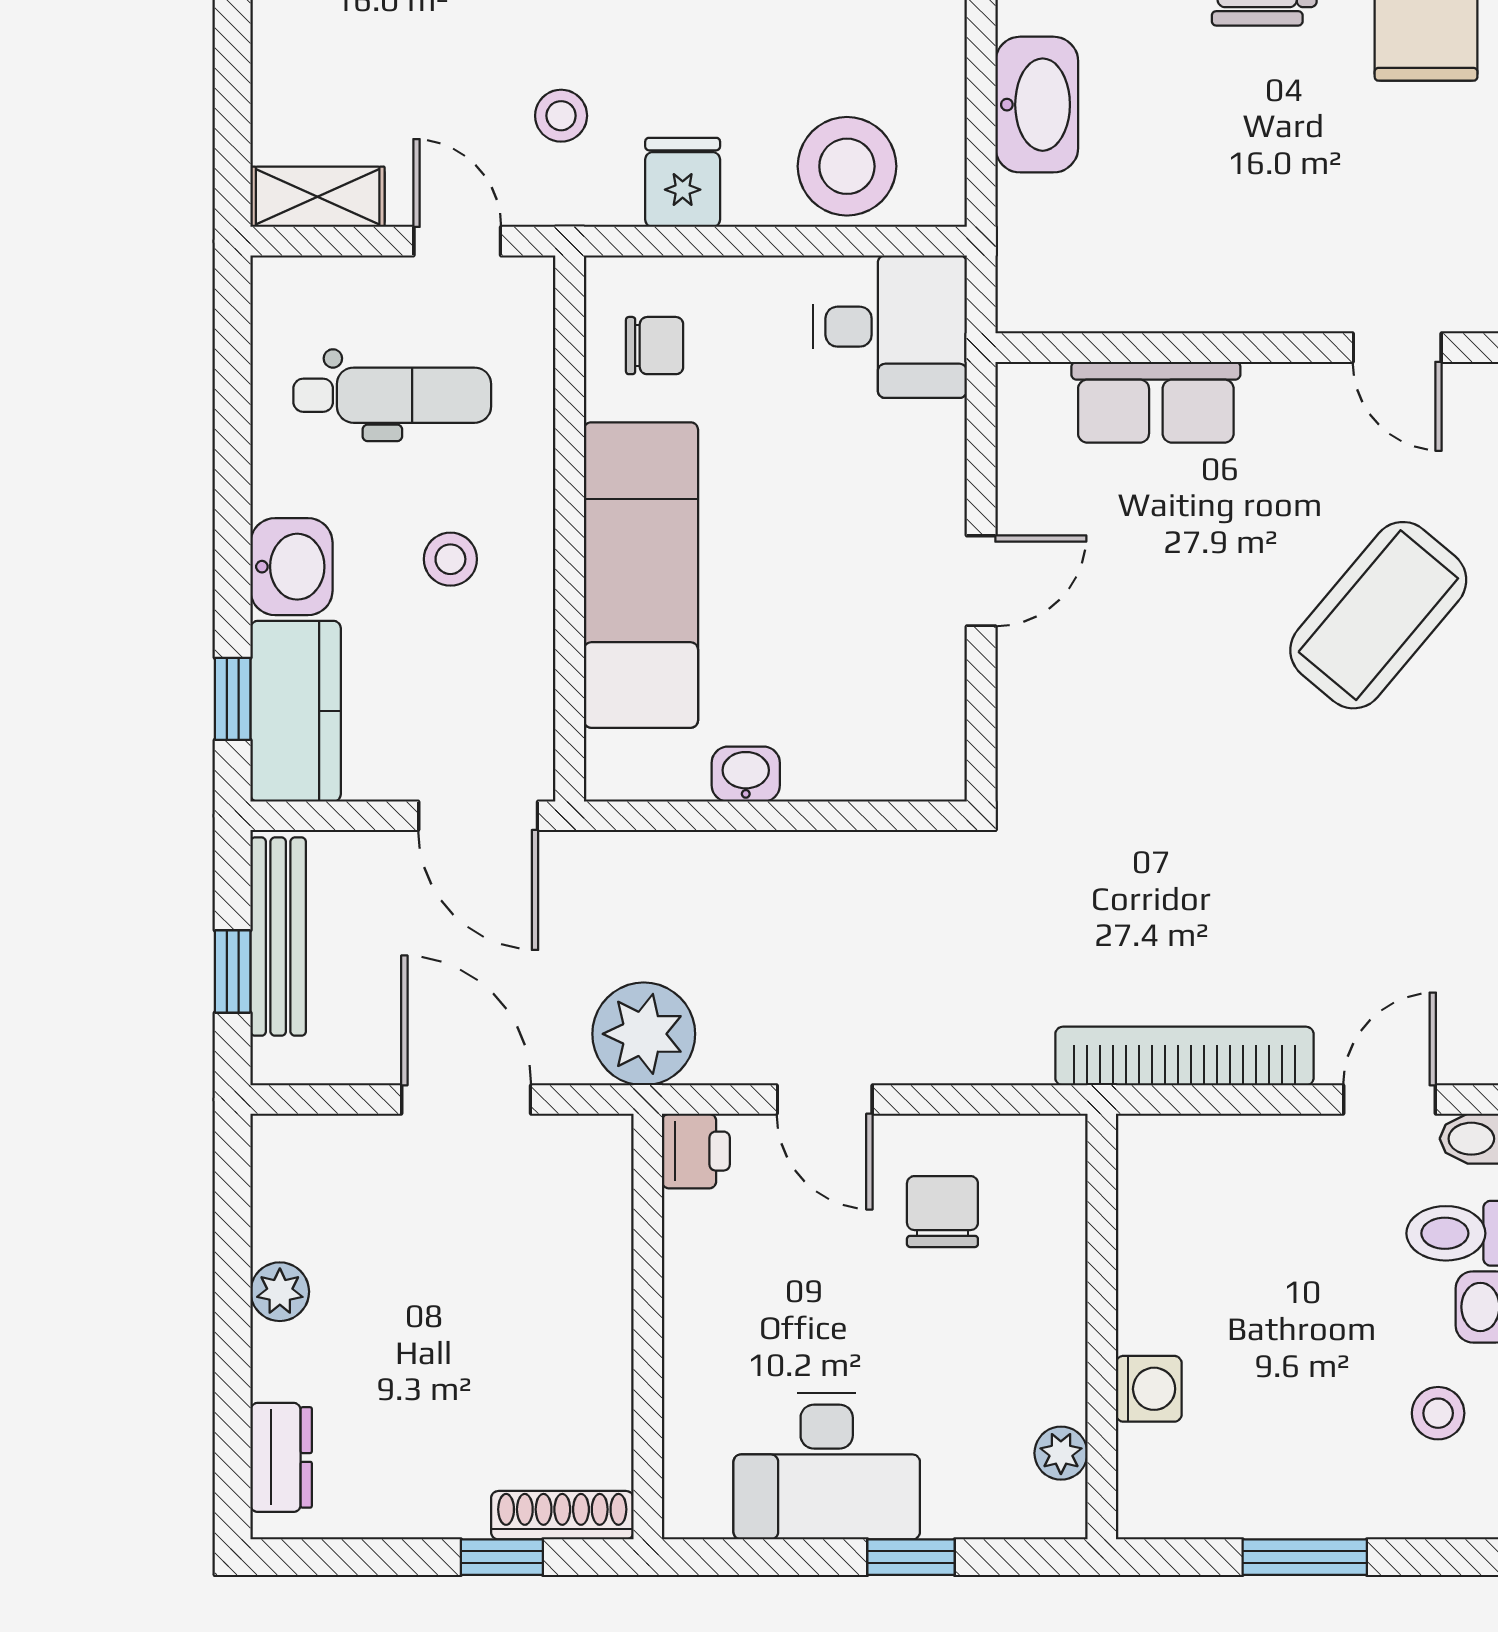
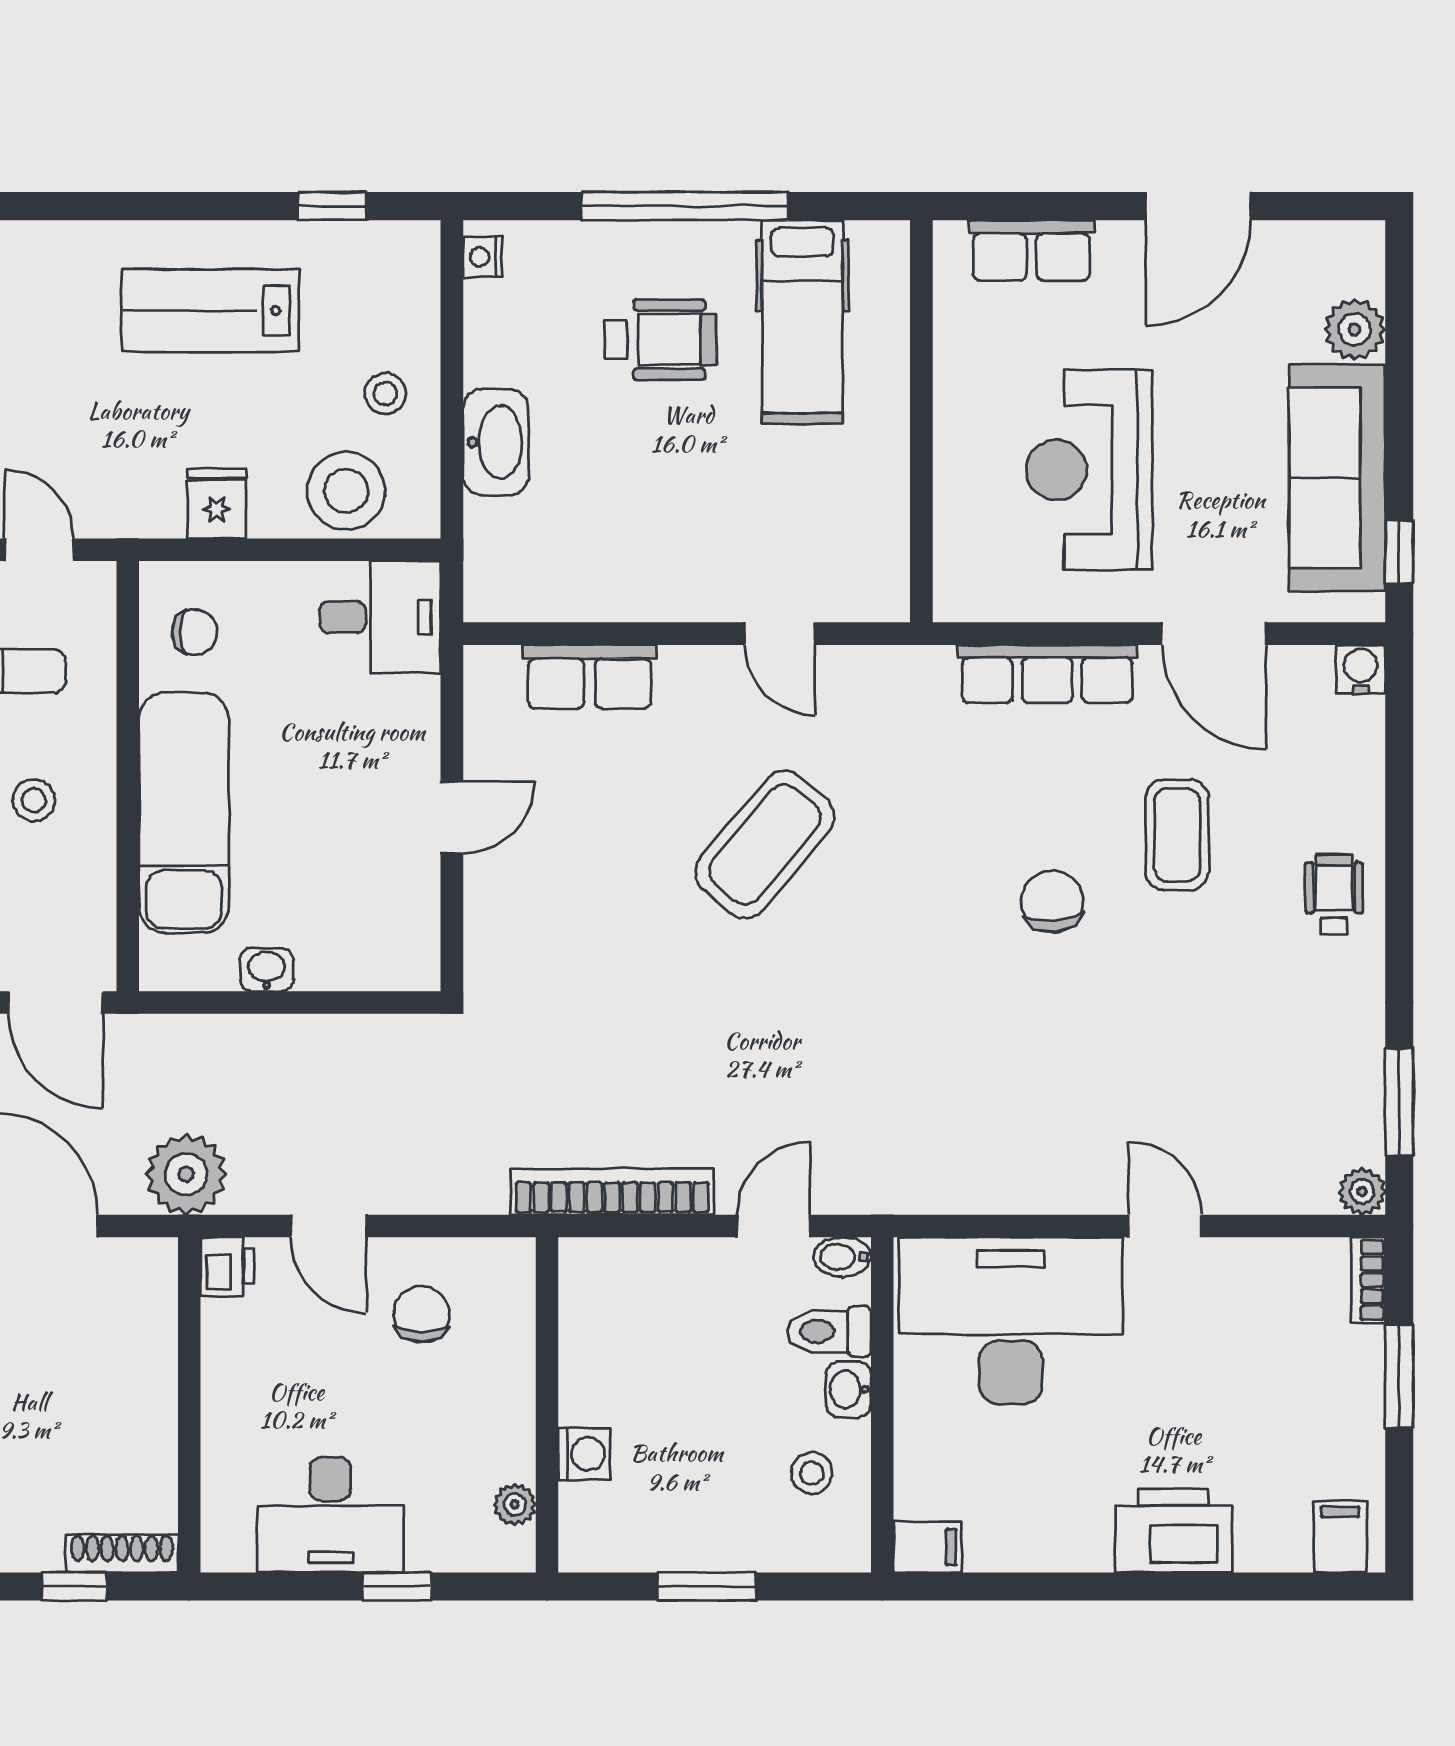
stool: (561, 116) -> (385, 393), moved

